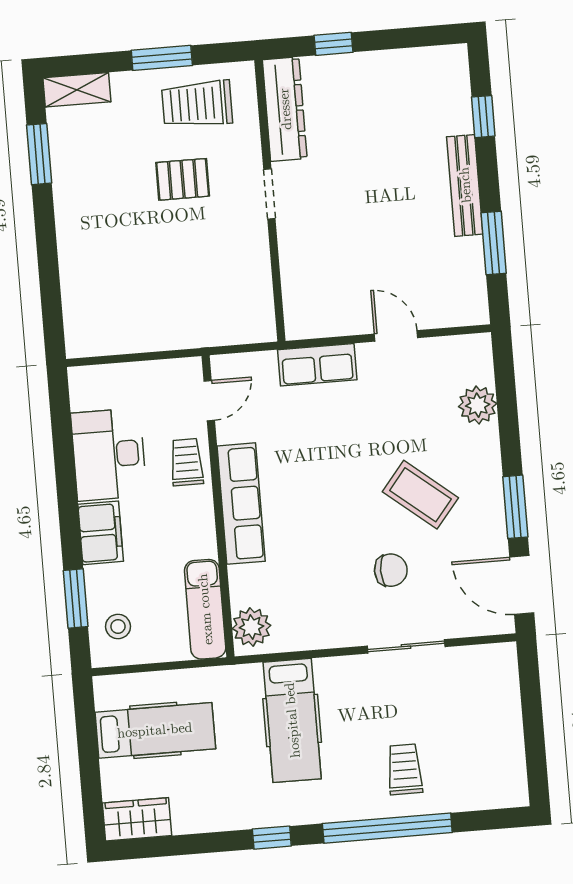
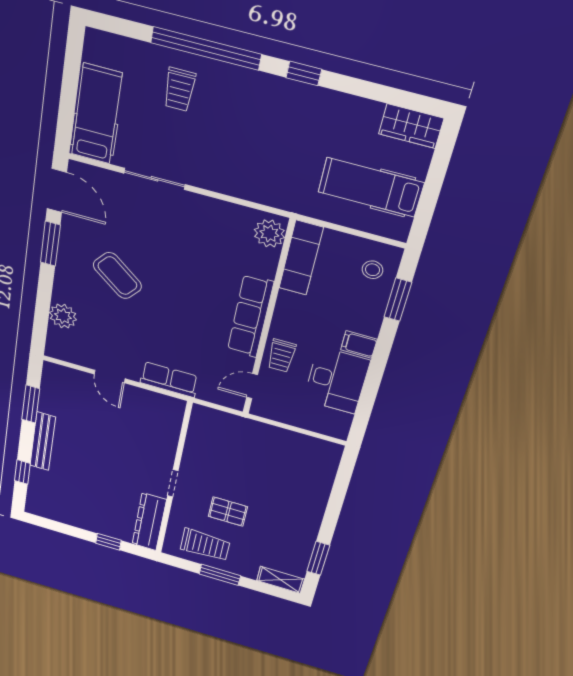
filing cabinet: (101, 533) -> (359, 344), width x0.50
chair: (391, 570) -> (152, 235), removed
hospital bed: (292, 720) -> (97, 114), moved

